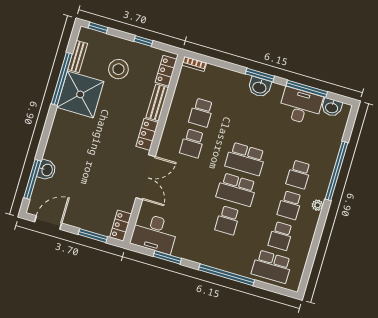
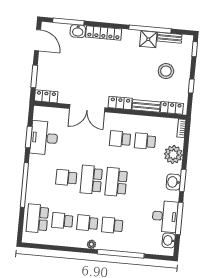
plant: (225, 80) -> (173, 155), added
shower: (80, 94) -> (148, 39), width x0.54, depth x0.54
locker: (55, 138) -> (104, 33), added
desk: (154, 233) -> (44, 138), moved

